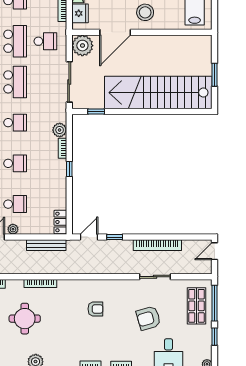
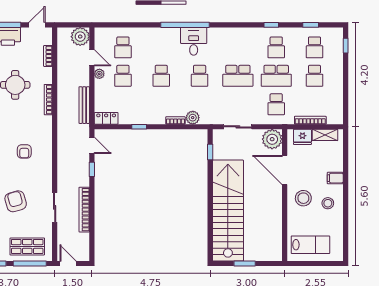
sliding door: (69, 82) -> (238, 127), width x0.73
window: (69, 169) -> (139, 127), moved
door: (215, 251) -> (68, 264), moved

